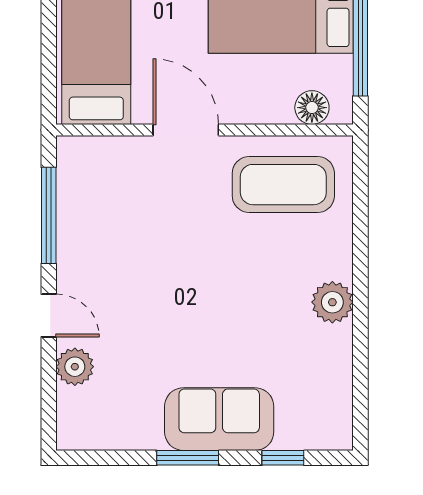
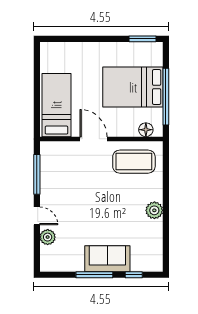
window: (188, 458) -> (94, 275), width x1.44

